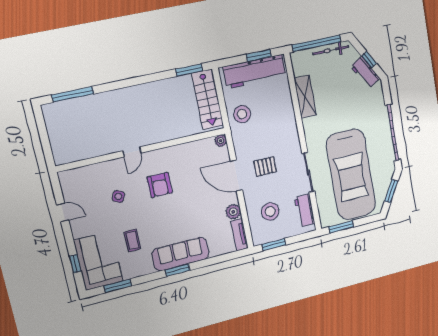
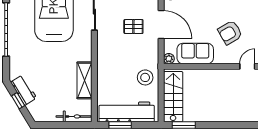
window: (317, 43) -> (65, 125), removed
bicycle: (331, 50) -> (74, 116), moved
sofa: (193, 153) -> (195, 53), added
armchair: (160, 185) -> (230, 33), turned -120

